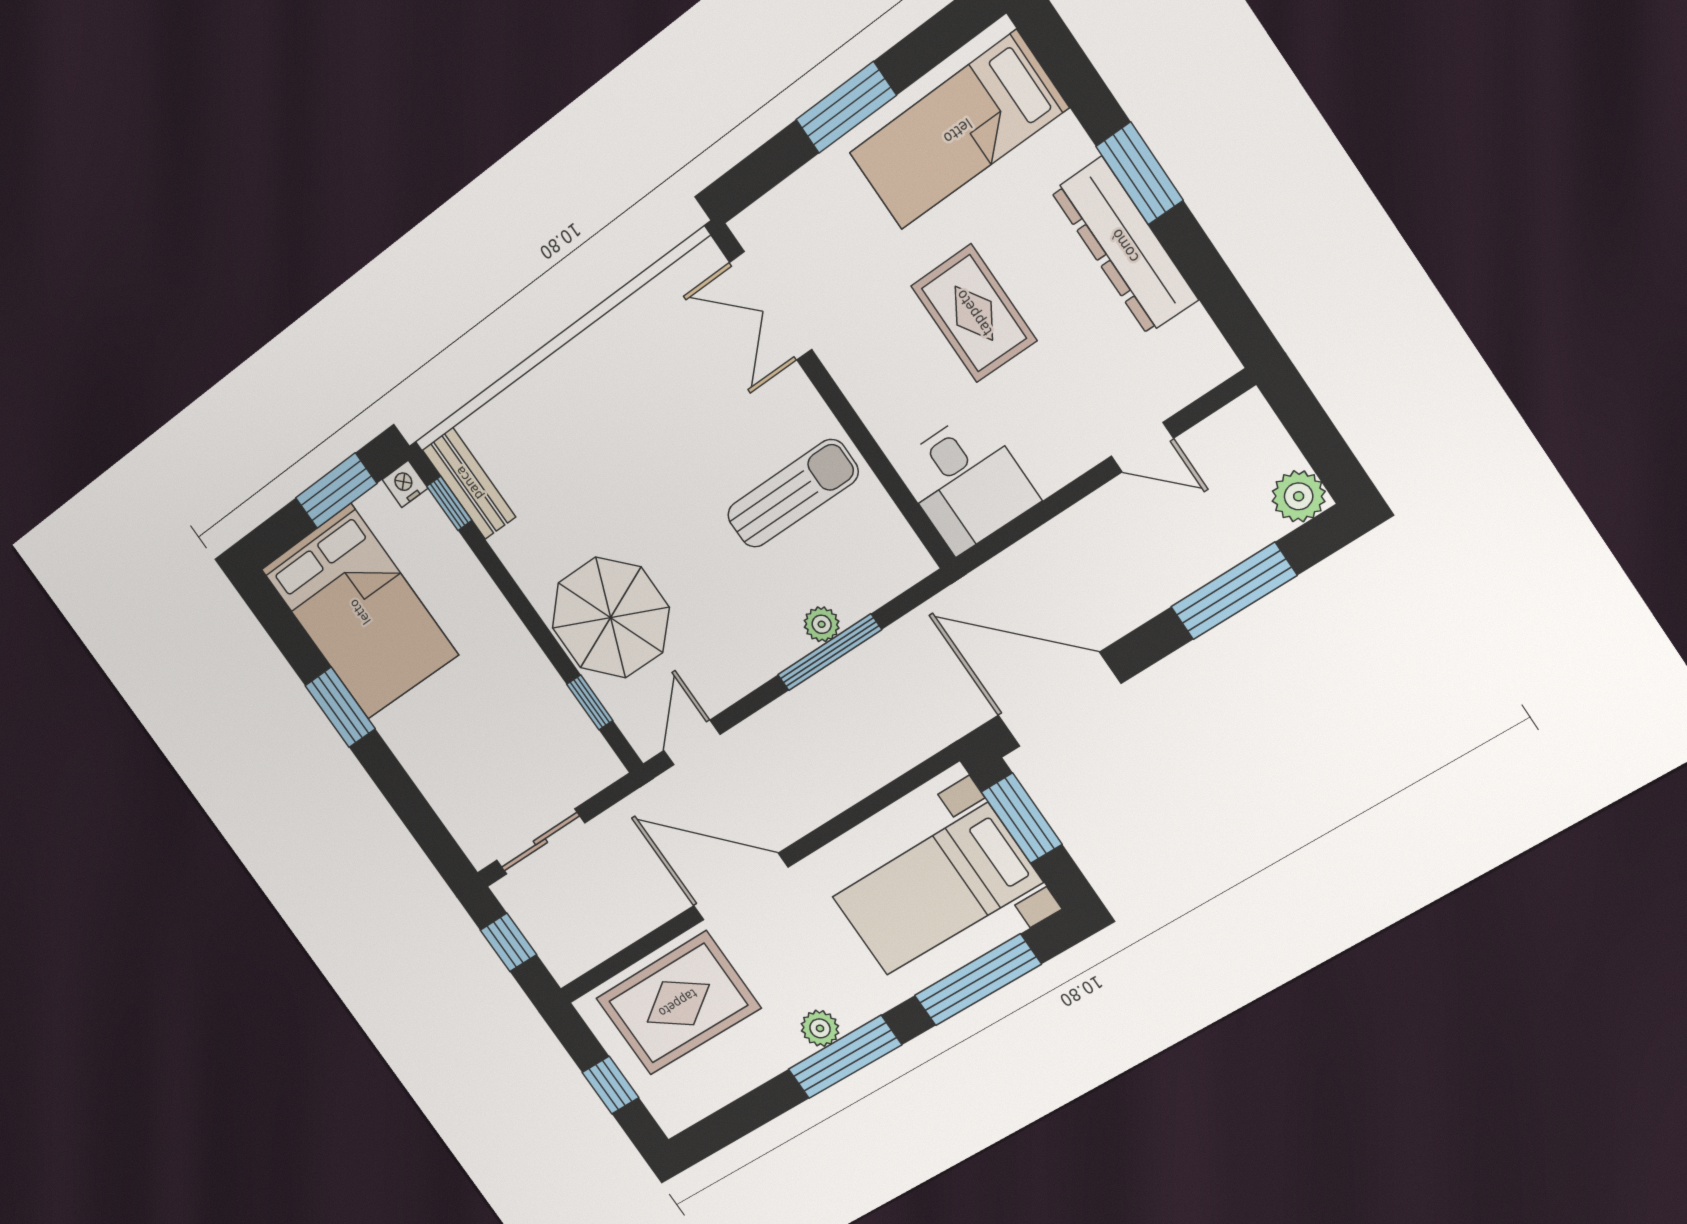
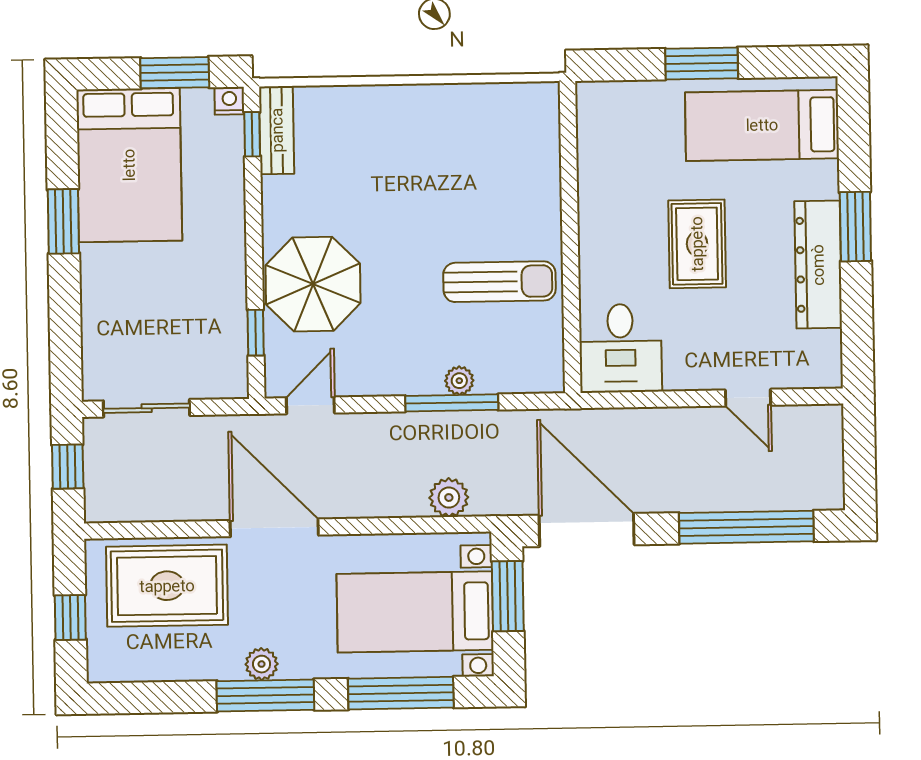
double door: (771, 306) -> (569, 152), removed
plant: (1299, 496) -> (449, 498), moved
window: (1234, 591) -> (746, 527), width x1.46

